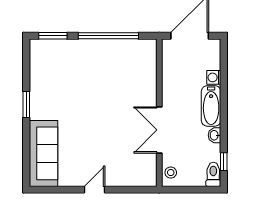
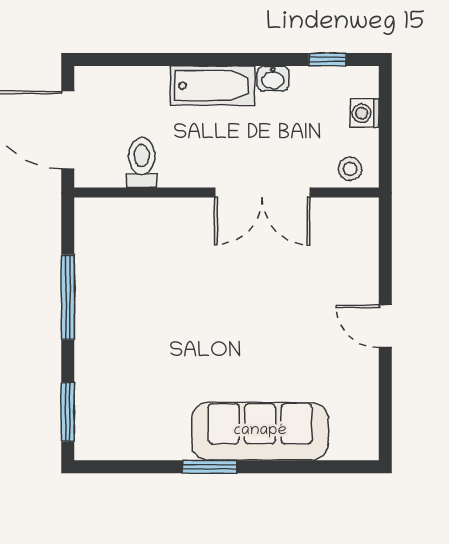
window: (108, 36) -> (68, 297), width x0.68
washing machine: (214, 77) -> (365, 113), moved, turned 90
sofa: (44, 153) -> (260, 431), moved
toilet: (213, 174) -> (142, 163), moved, turned 90

